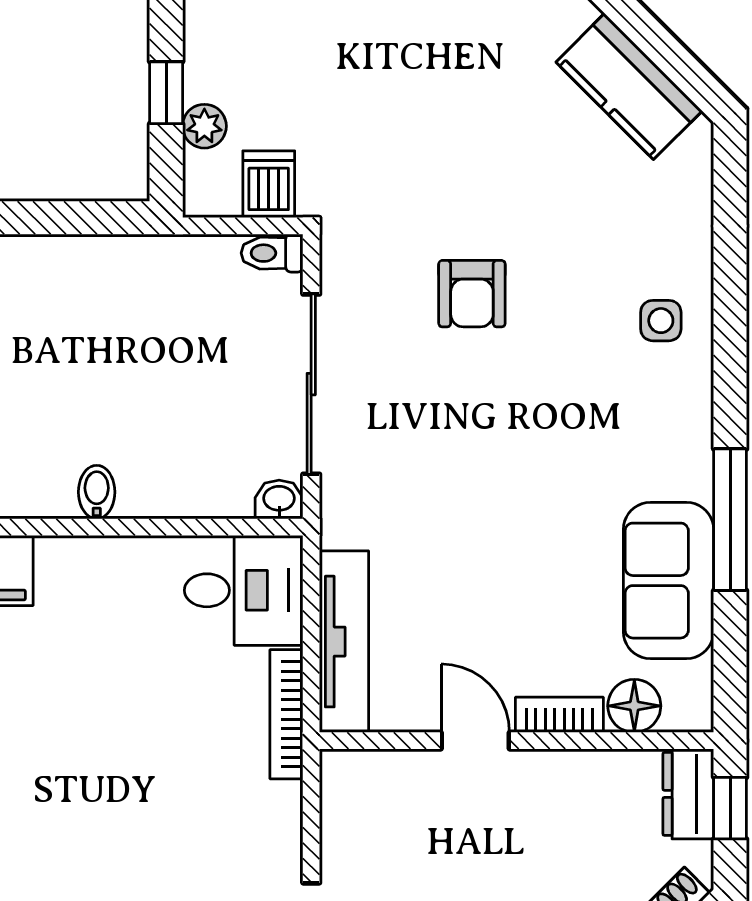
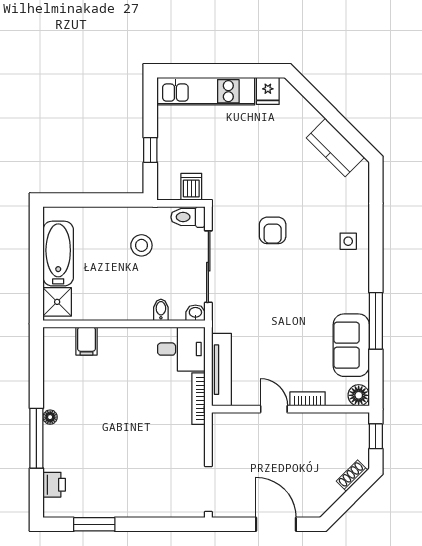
plant: (204, 126) -> (166, 163), removed
toilet: (272, 253) -> (188, 217), width x1.37, depth x1.39
stool: (144, 331) -> (141, 245), added
bidet: (97, 492) -> (161, 310), moved
floor lamp: (634, 706) -> (359, 395), moved
dresser: (688, 794) -> (359, 431), removed

